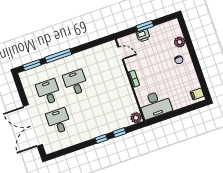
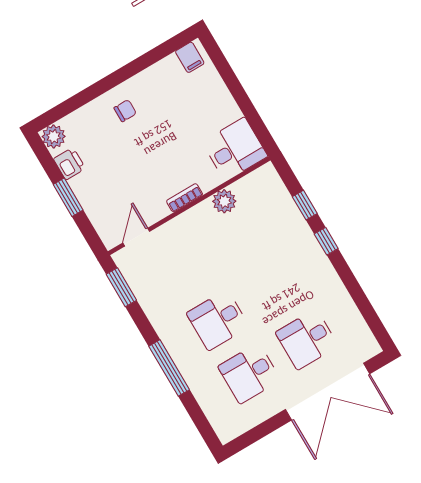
printer: (143, 35) -> (69, 164), moved
plant: (180, 42) -> (54, 137), moved
window: (32, 65) -> (121, 287), moved
desk: (155, 105) -> (235, 149), width x0.73
plant: (136, 118) -> (224, 201), moved

